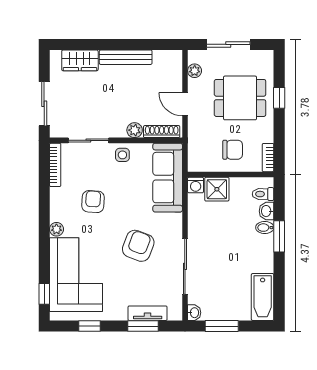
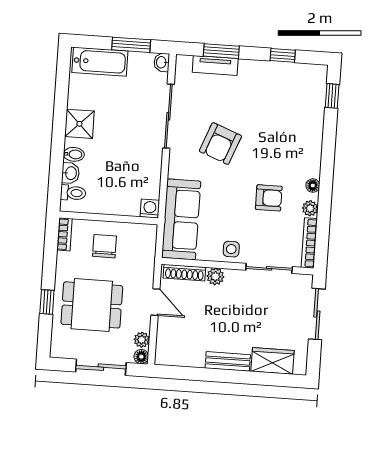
floor lamp: (194, 56) -> (141, 357), added
bench: (126, 57) -> (228, 361), width x0.73
chair: (233, 150) -> (104, 246), turned 90
shower: (217, 189) -> (79, 124), moved
armchair: (93, 202) -> (269, 198), turned -94
floor lamp: (56, 215) -> (313, 186), added
plant: (56, 229) -> (310, 208), moved
window: (279, 236) -> (58, 143), removed
corner sofa: (76, 275) -> (294, 116), removed
bathtub: (263, 297) -> (100, 62), moved, turned 90

